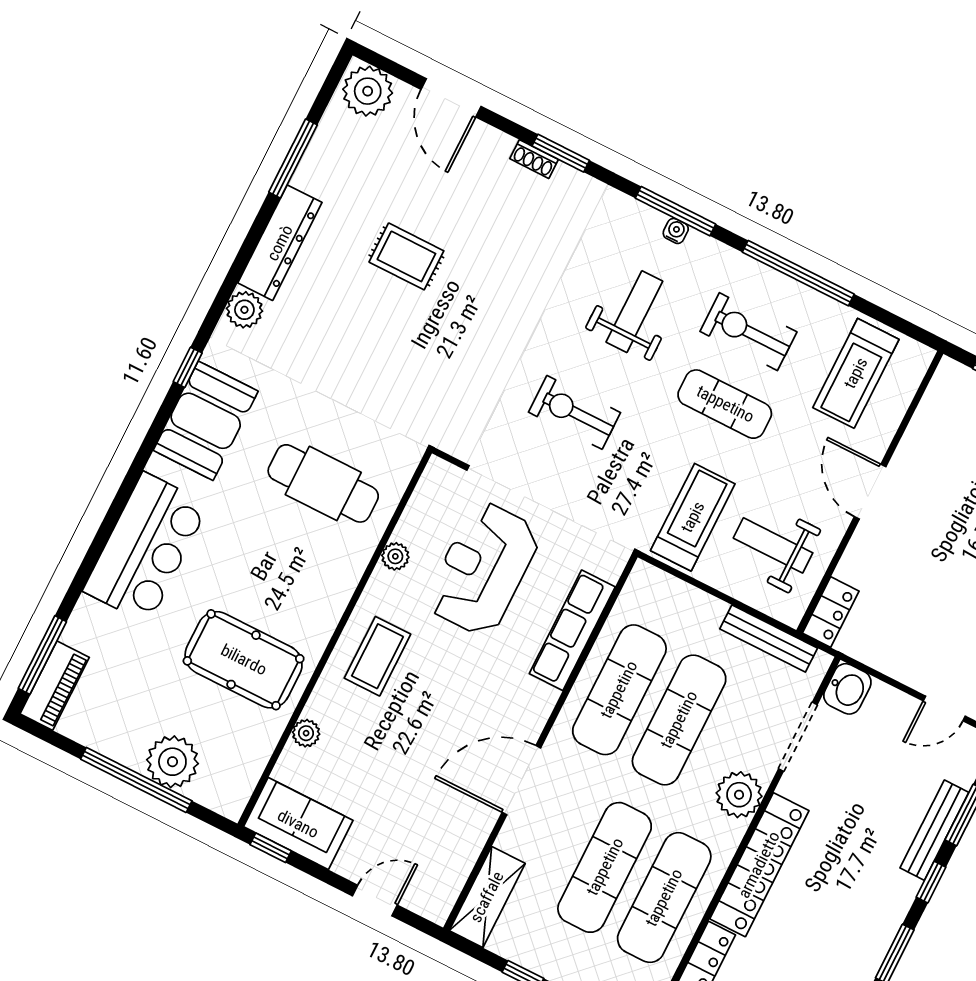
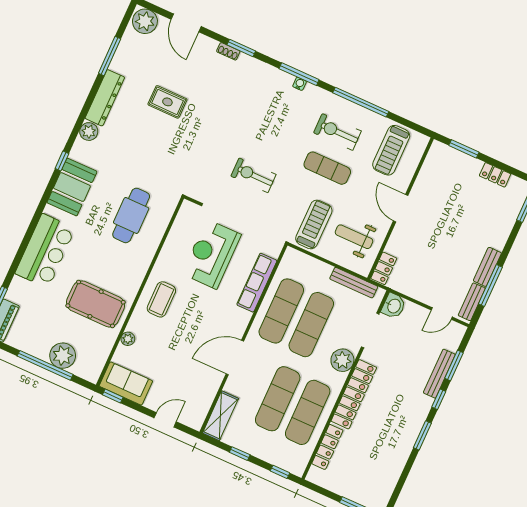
weight bench: (634, 312) -> (281, 124), removed
cafe table: (323, 483) -> (131, 215), turned 90
plant: (395, 556) -> (168, 250), removed

